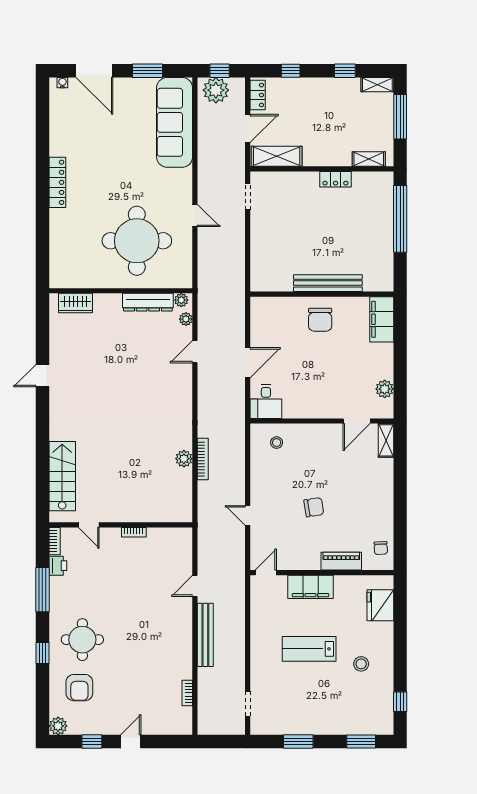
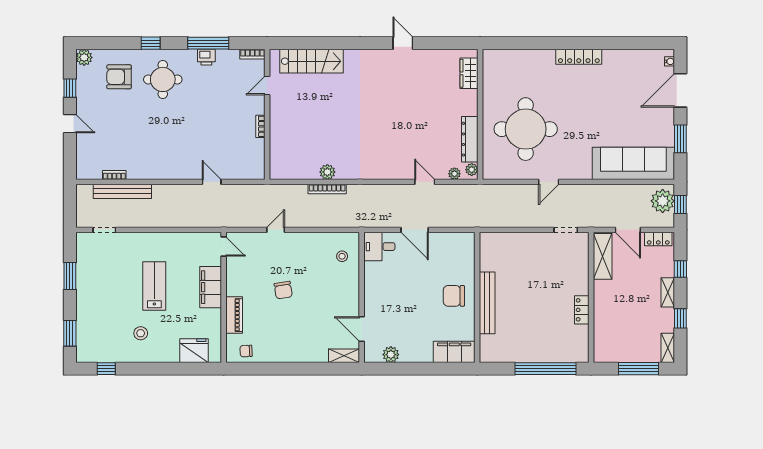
shelving: (369, 159) -> (668, 292), moved
printer: (58, 566) -> (206, 57), moved
bench: (205, 635) -> (122, 191), moved

